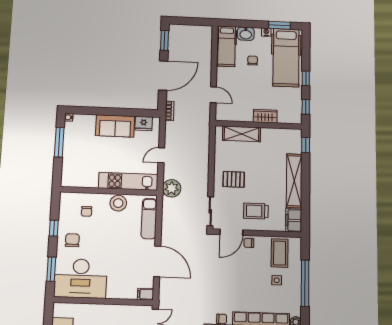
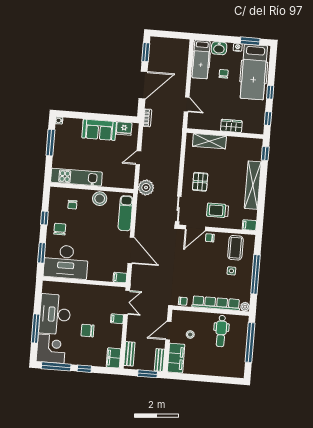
pallet: (234, 179) -> (200, 182), turned 90
kitchen unit: (128, 181) -> (76, 177), moved
filing cabinet: (294, 220) -> (249, 225), width x0.50

